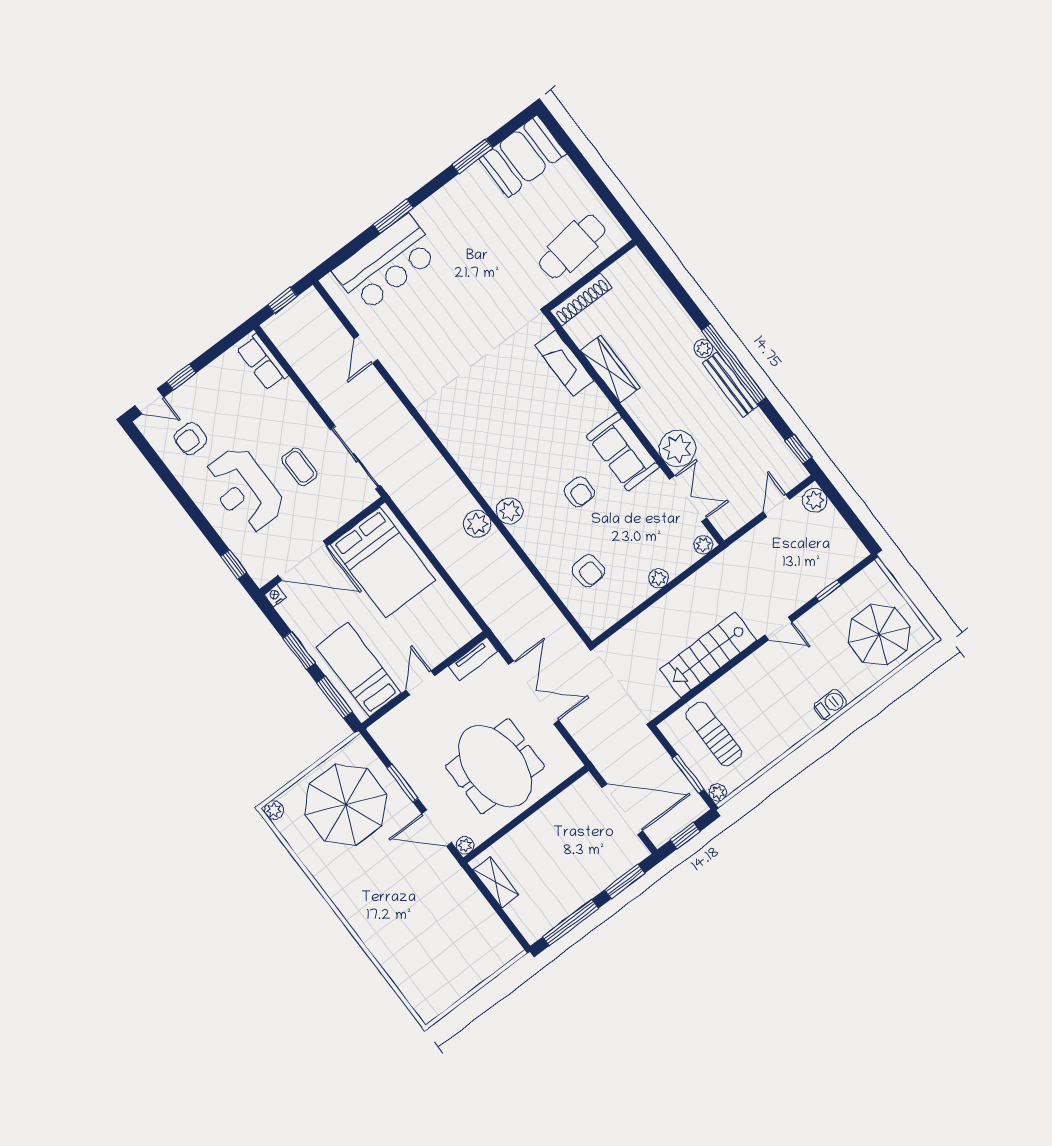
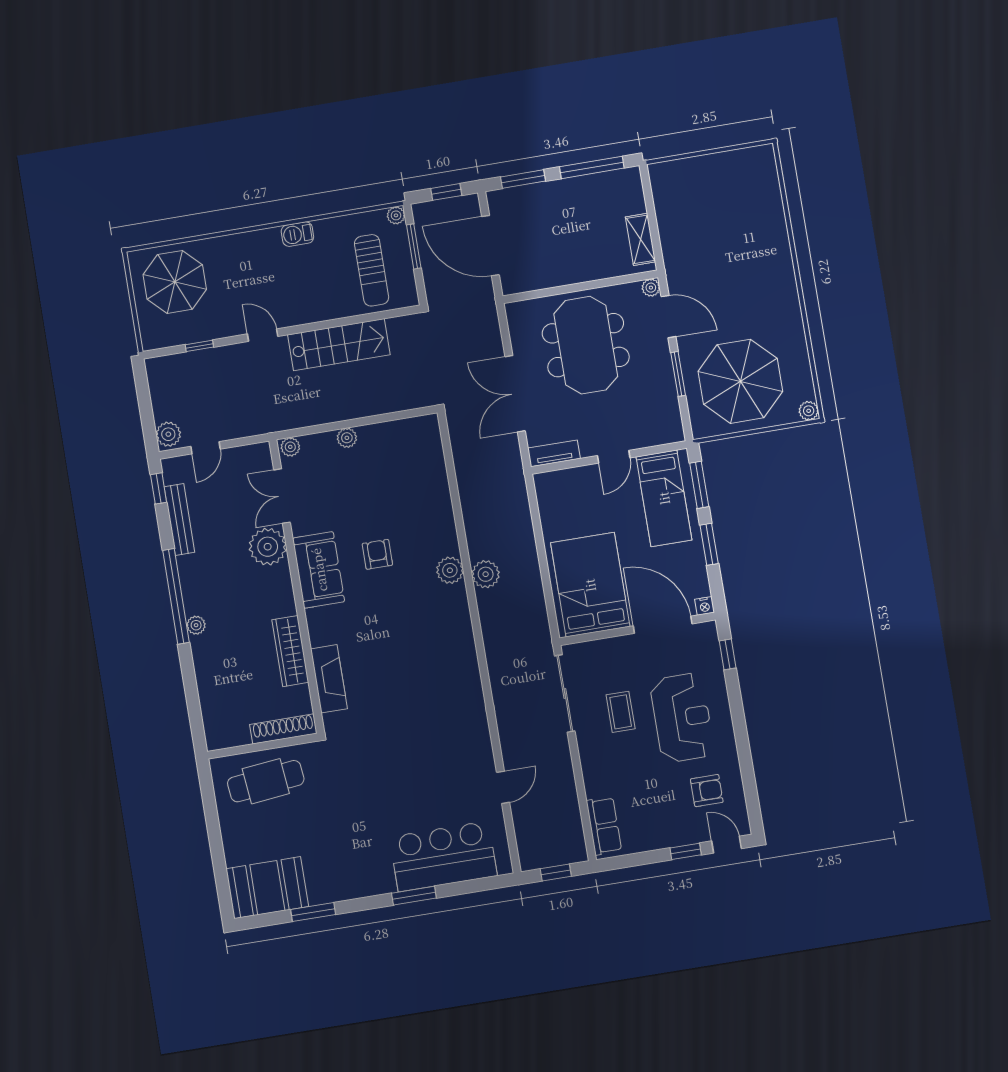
bench: (730, 385) -> (179, 520), moved
armchair: (588, 571) -> (407, 478), removed
barbecue: (830, 705) -> (297, 234), moved

